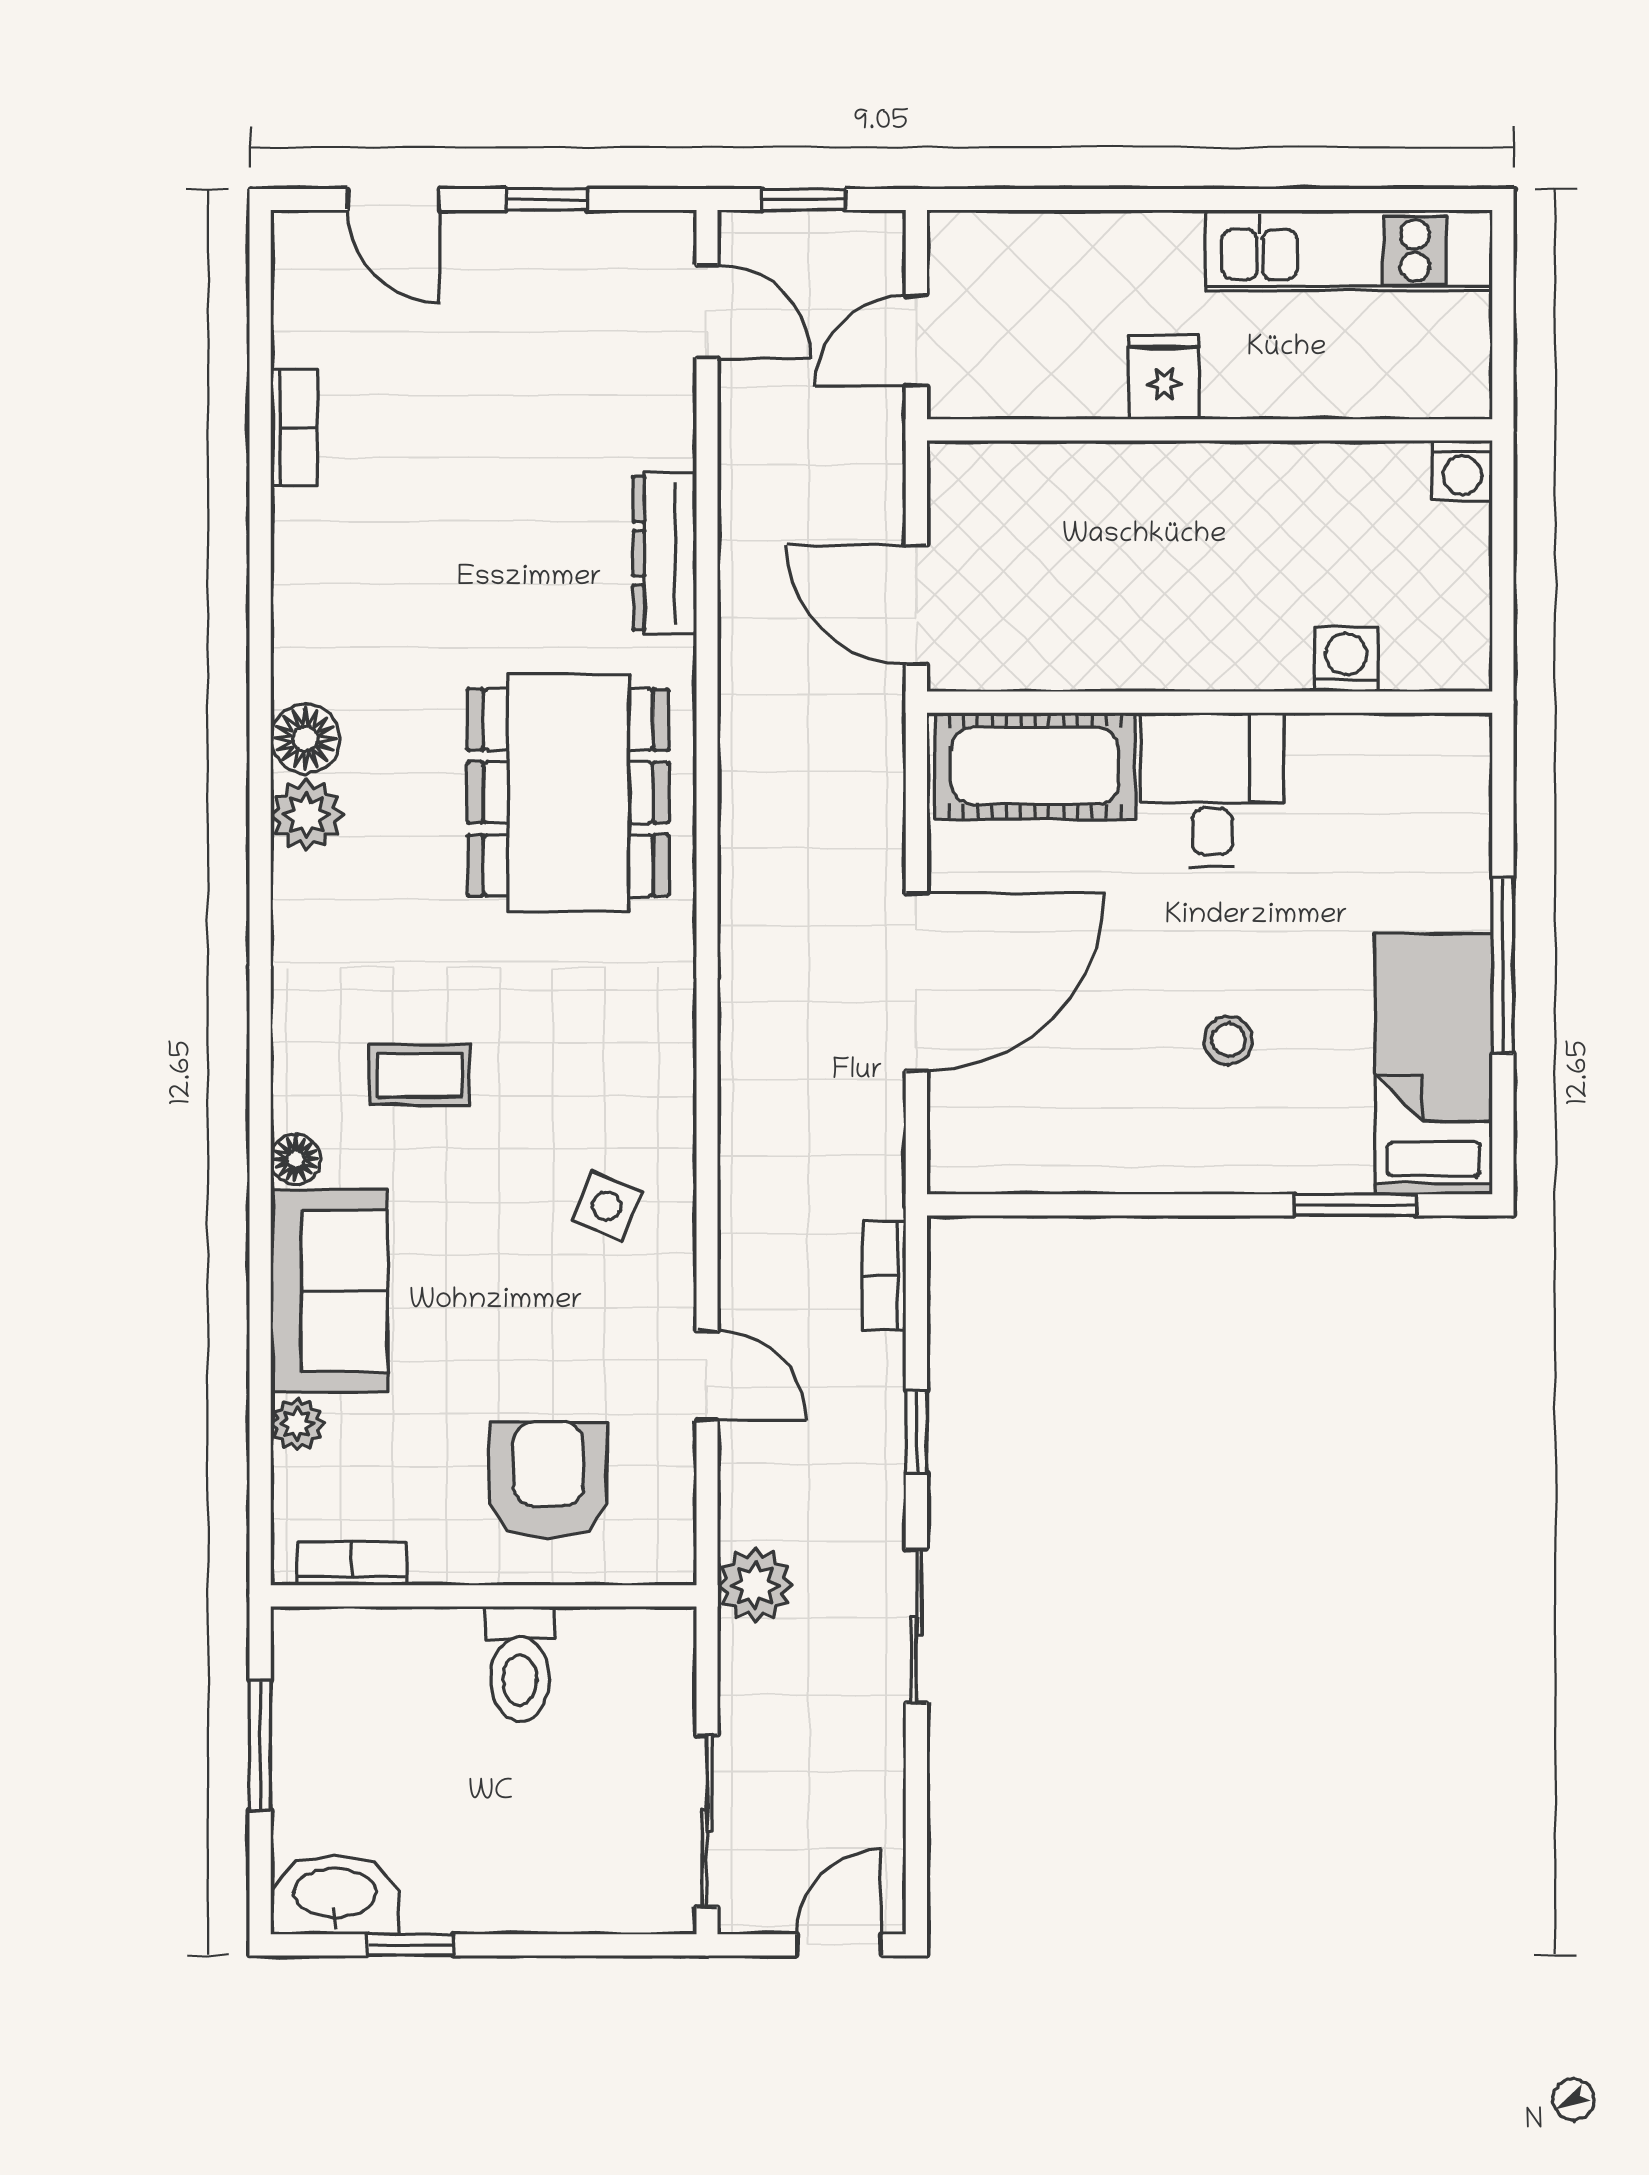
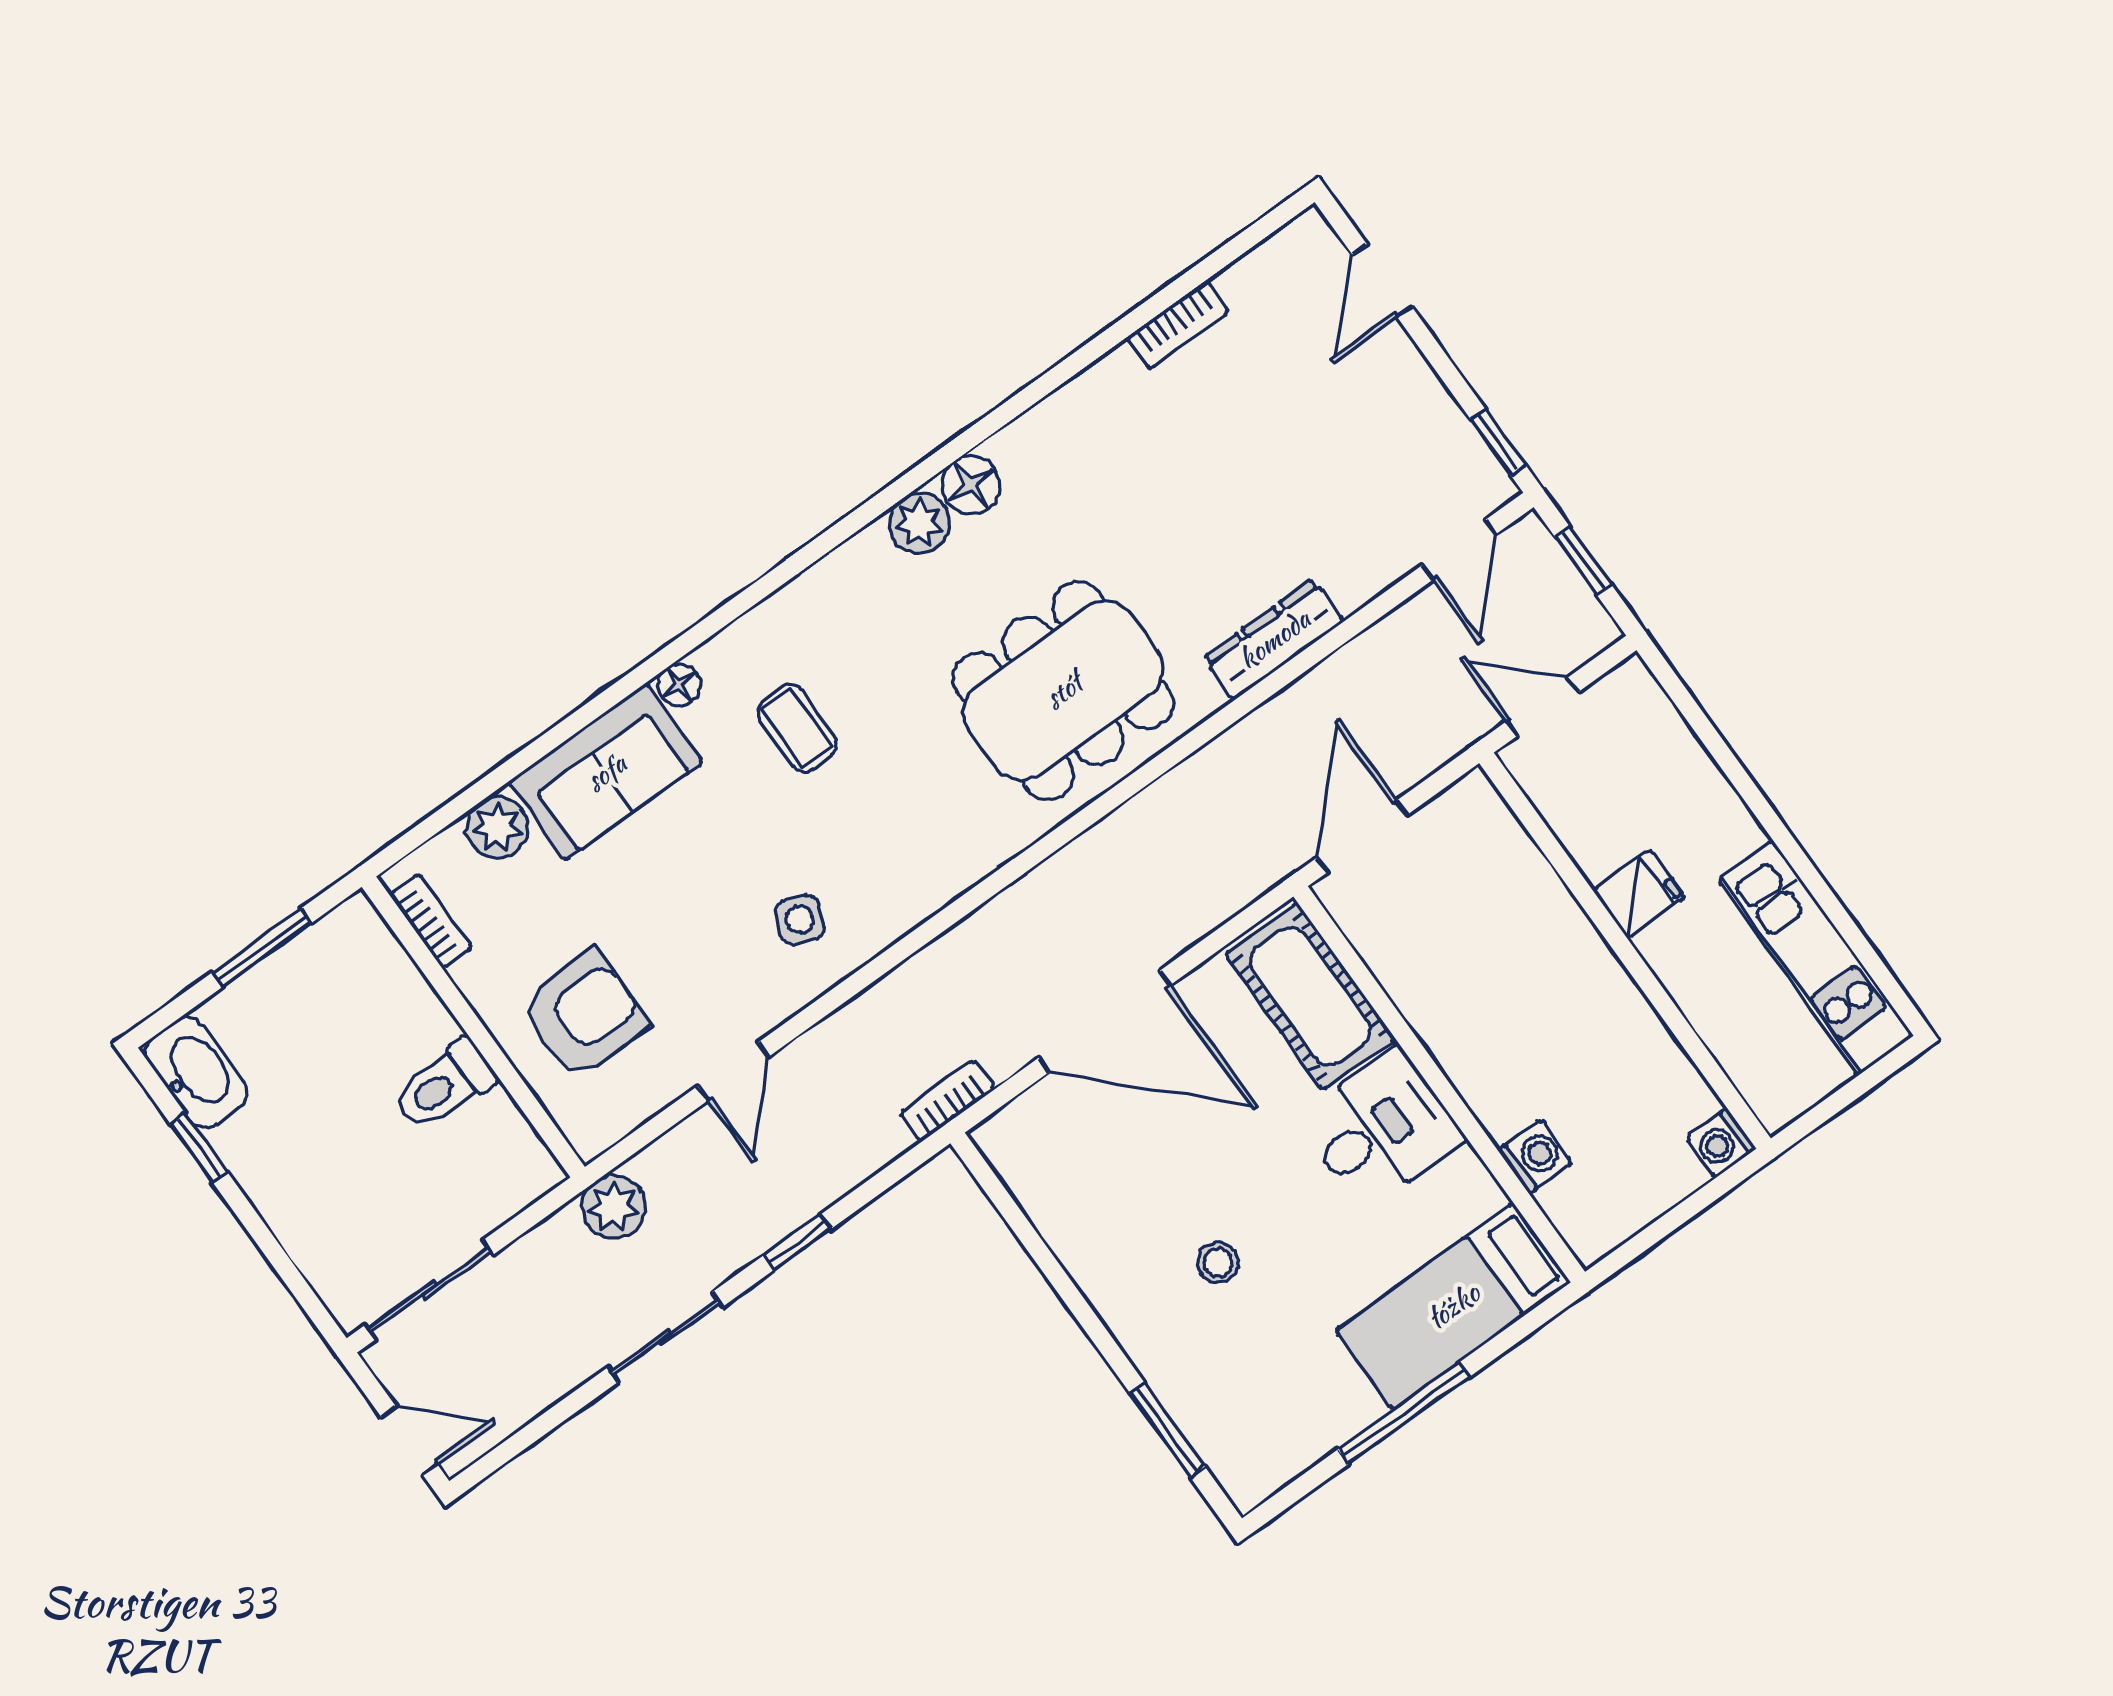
window: (547, 200) -> (1498, 442), moved
bed: (1434, 1064) -> (1453, 1306), moved, turned 180
bookcase: (884, 1276) -> (948, 1101), moved
plant: (297, 1424) -> (497, 827), width x1.38, depth x1.38

